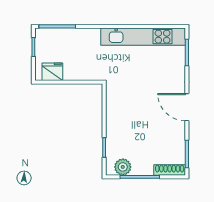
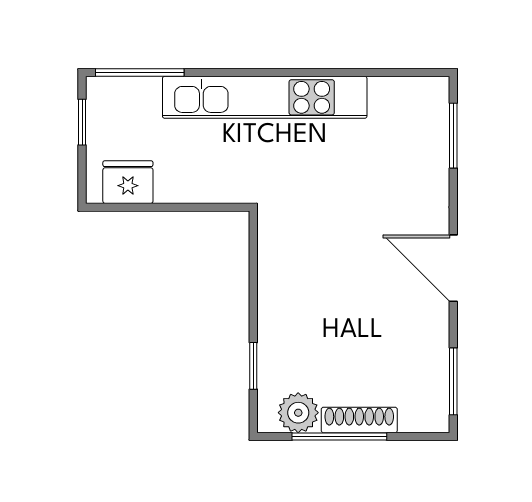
kitchen unit: (143, 37) -> (265, 97), moved
shoe rack: (170, 170) -> (359, 420), moved

